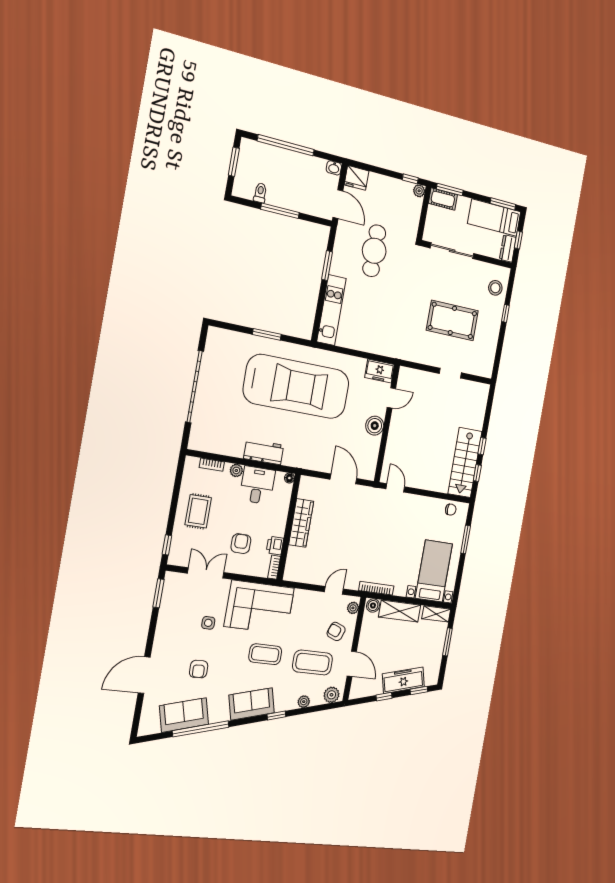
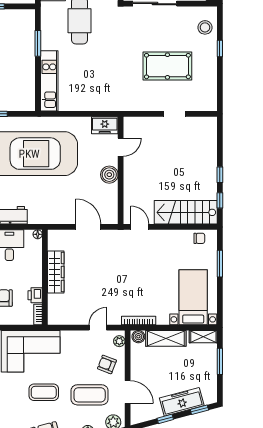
stairs: (465, 463) -> (186, 212), moved, turned 90

